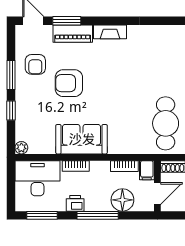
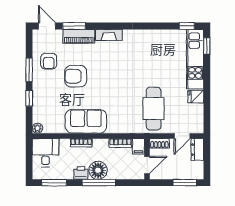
desk: (38, 178) -> (46, 153), width x0.73
floor lamp: (122, 200) -> (98, 170), moved

